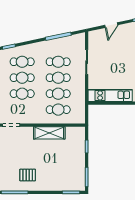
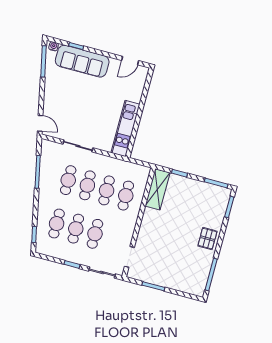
door: (111, 25) -> (40, 123), moved
shelving: (49, 133) -> (157, 189), moved
pallet: (28, 175) -> (207, 239), moved

